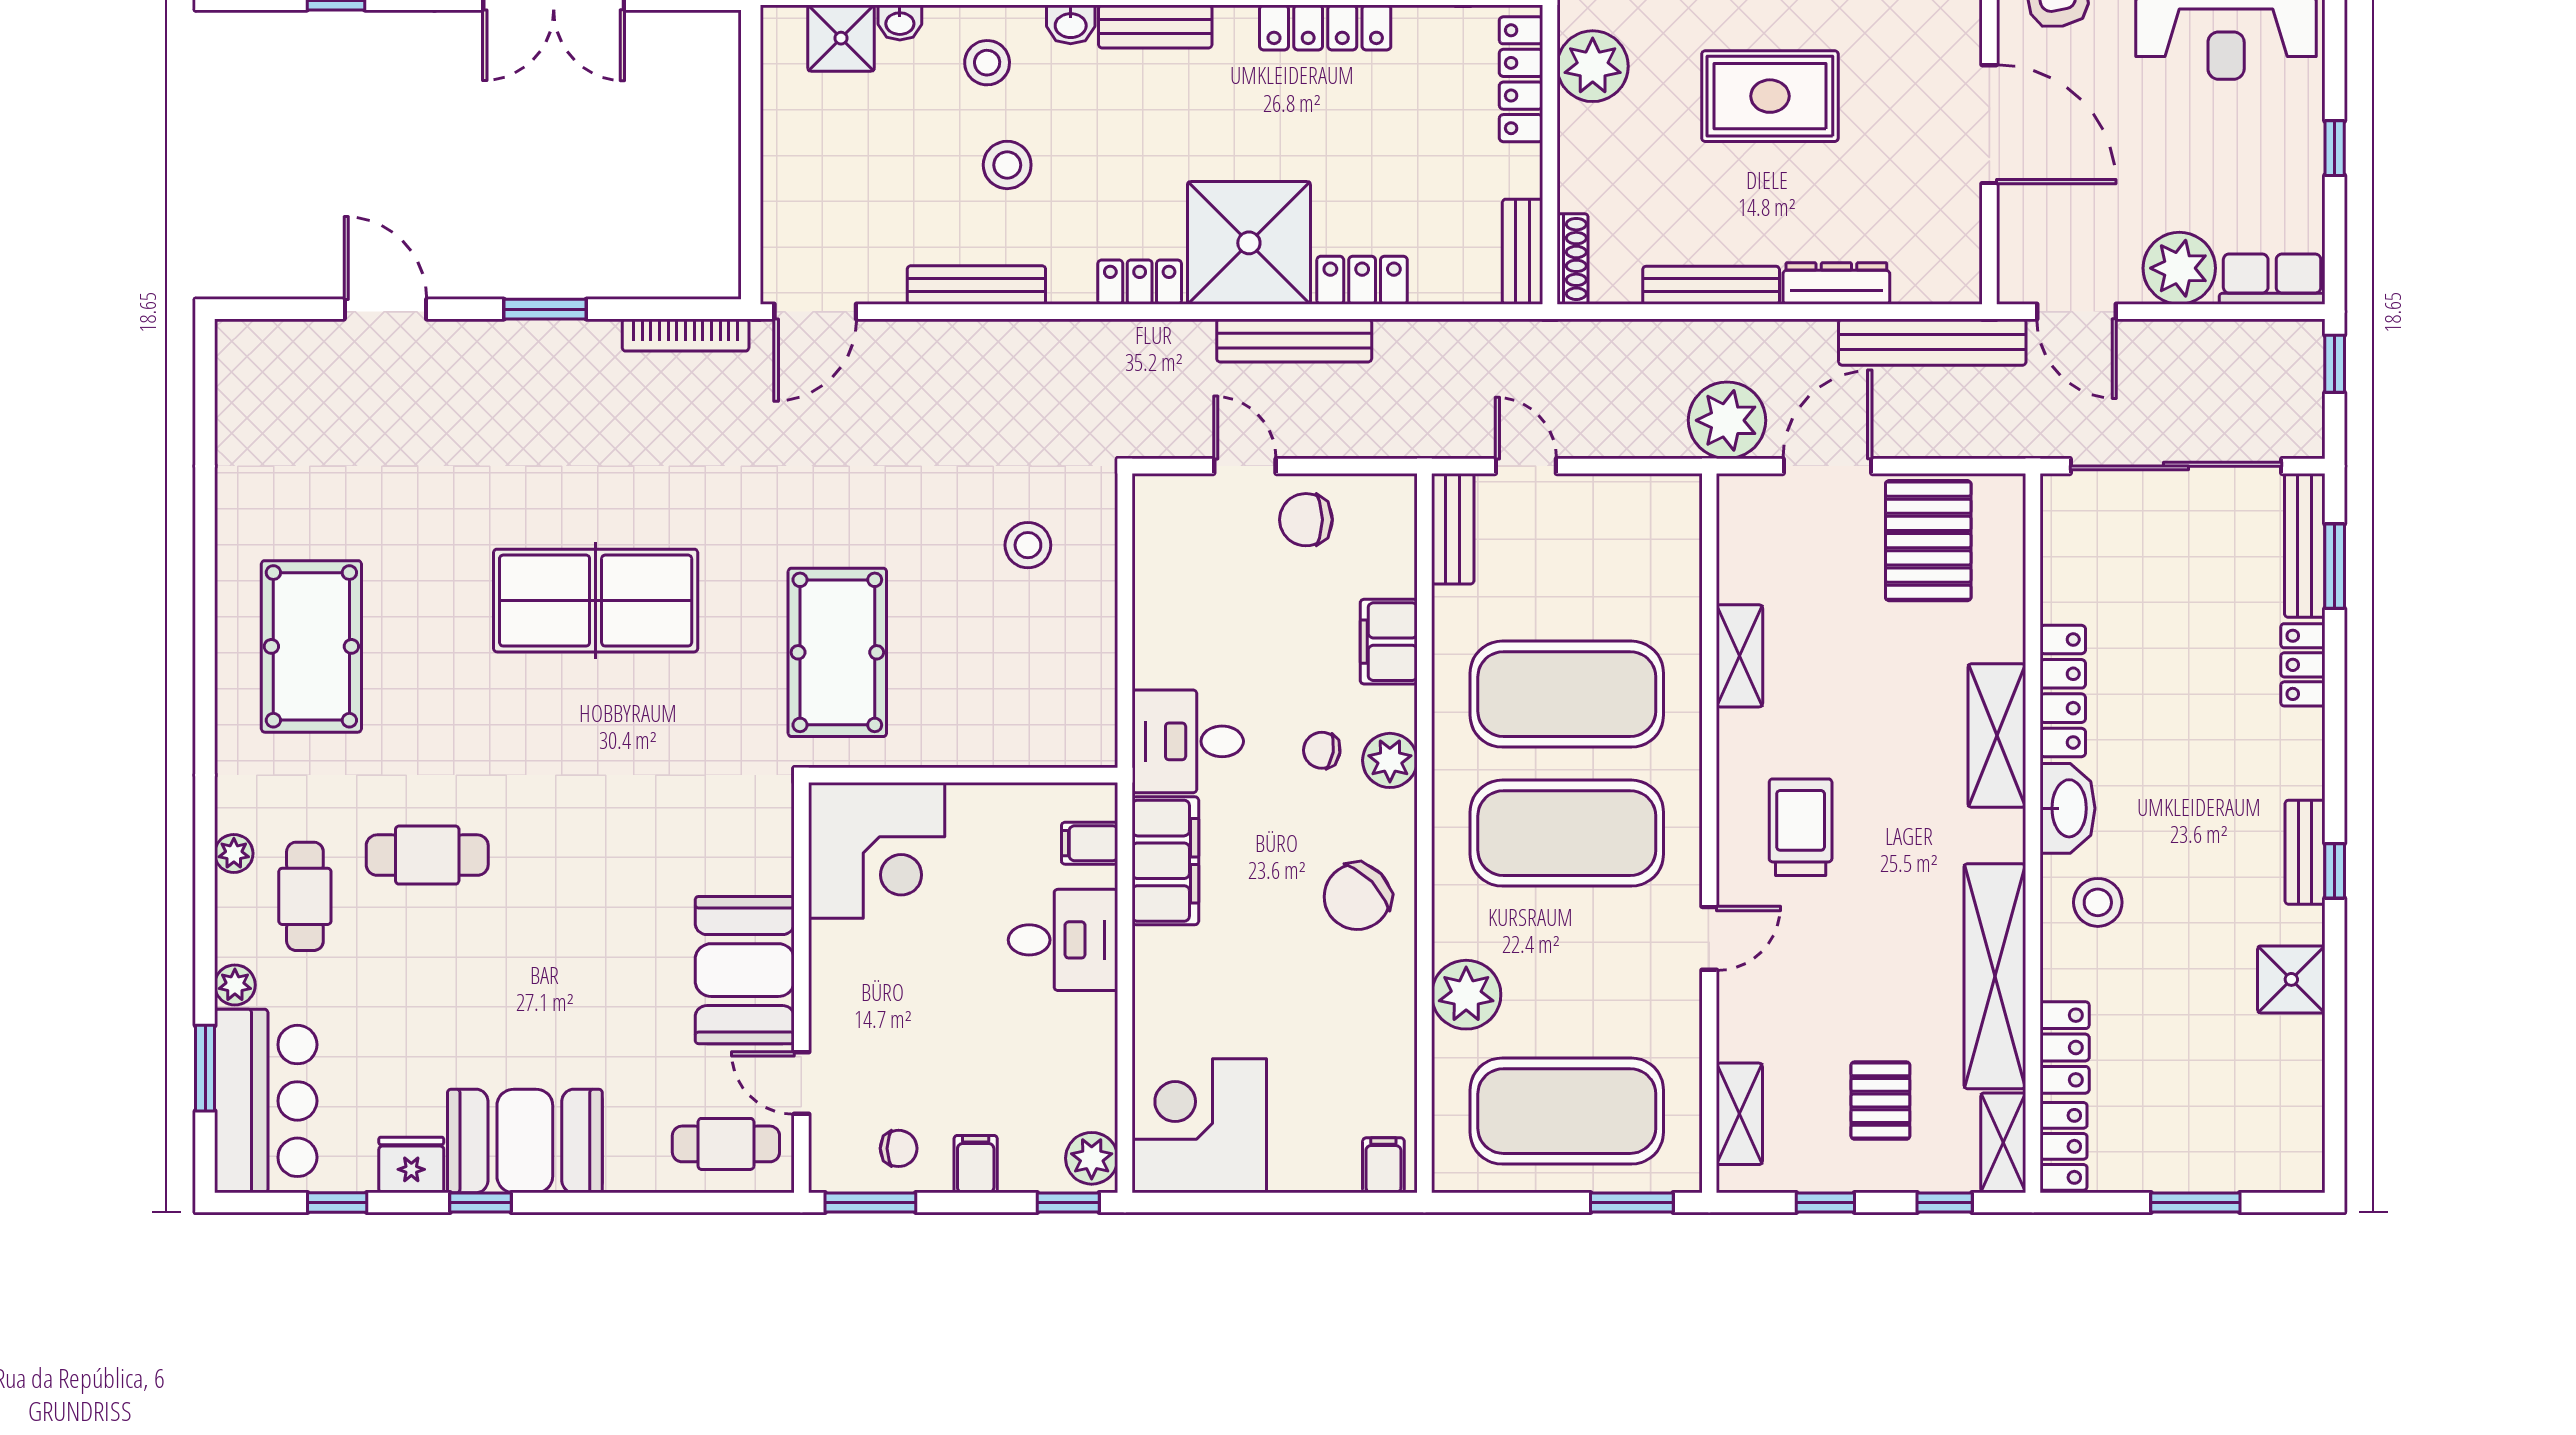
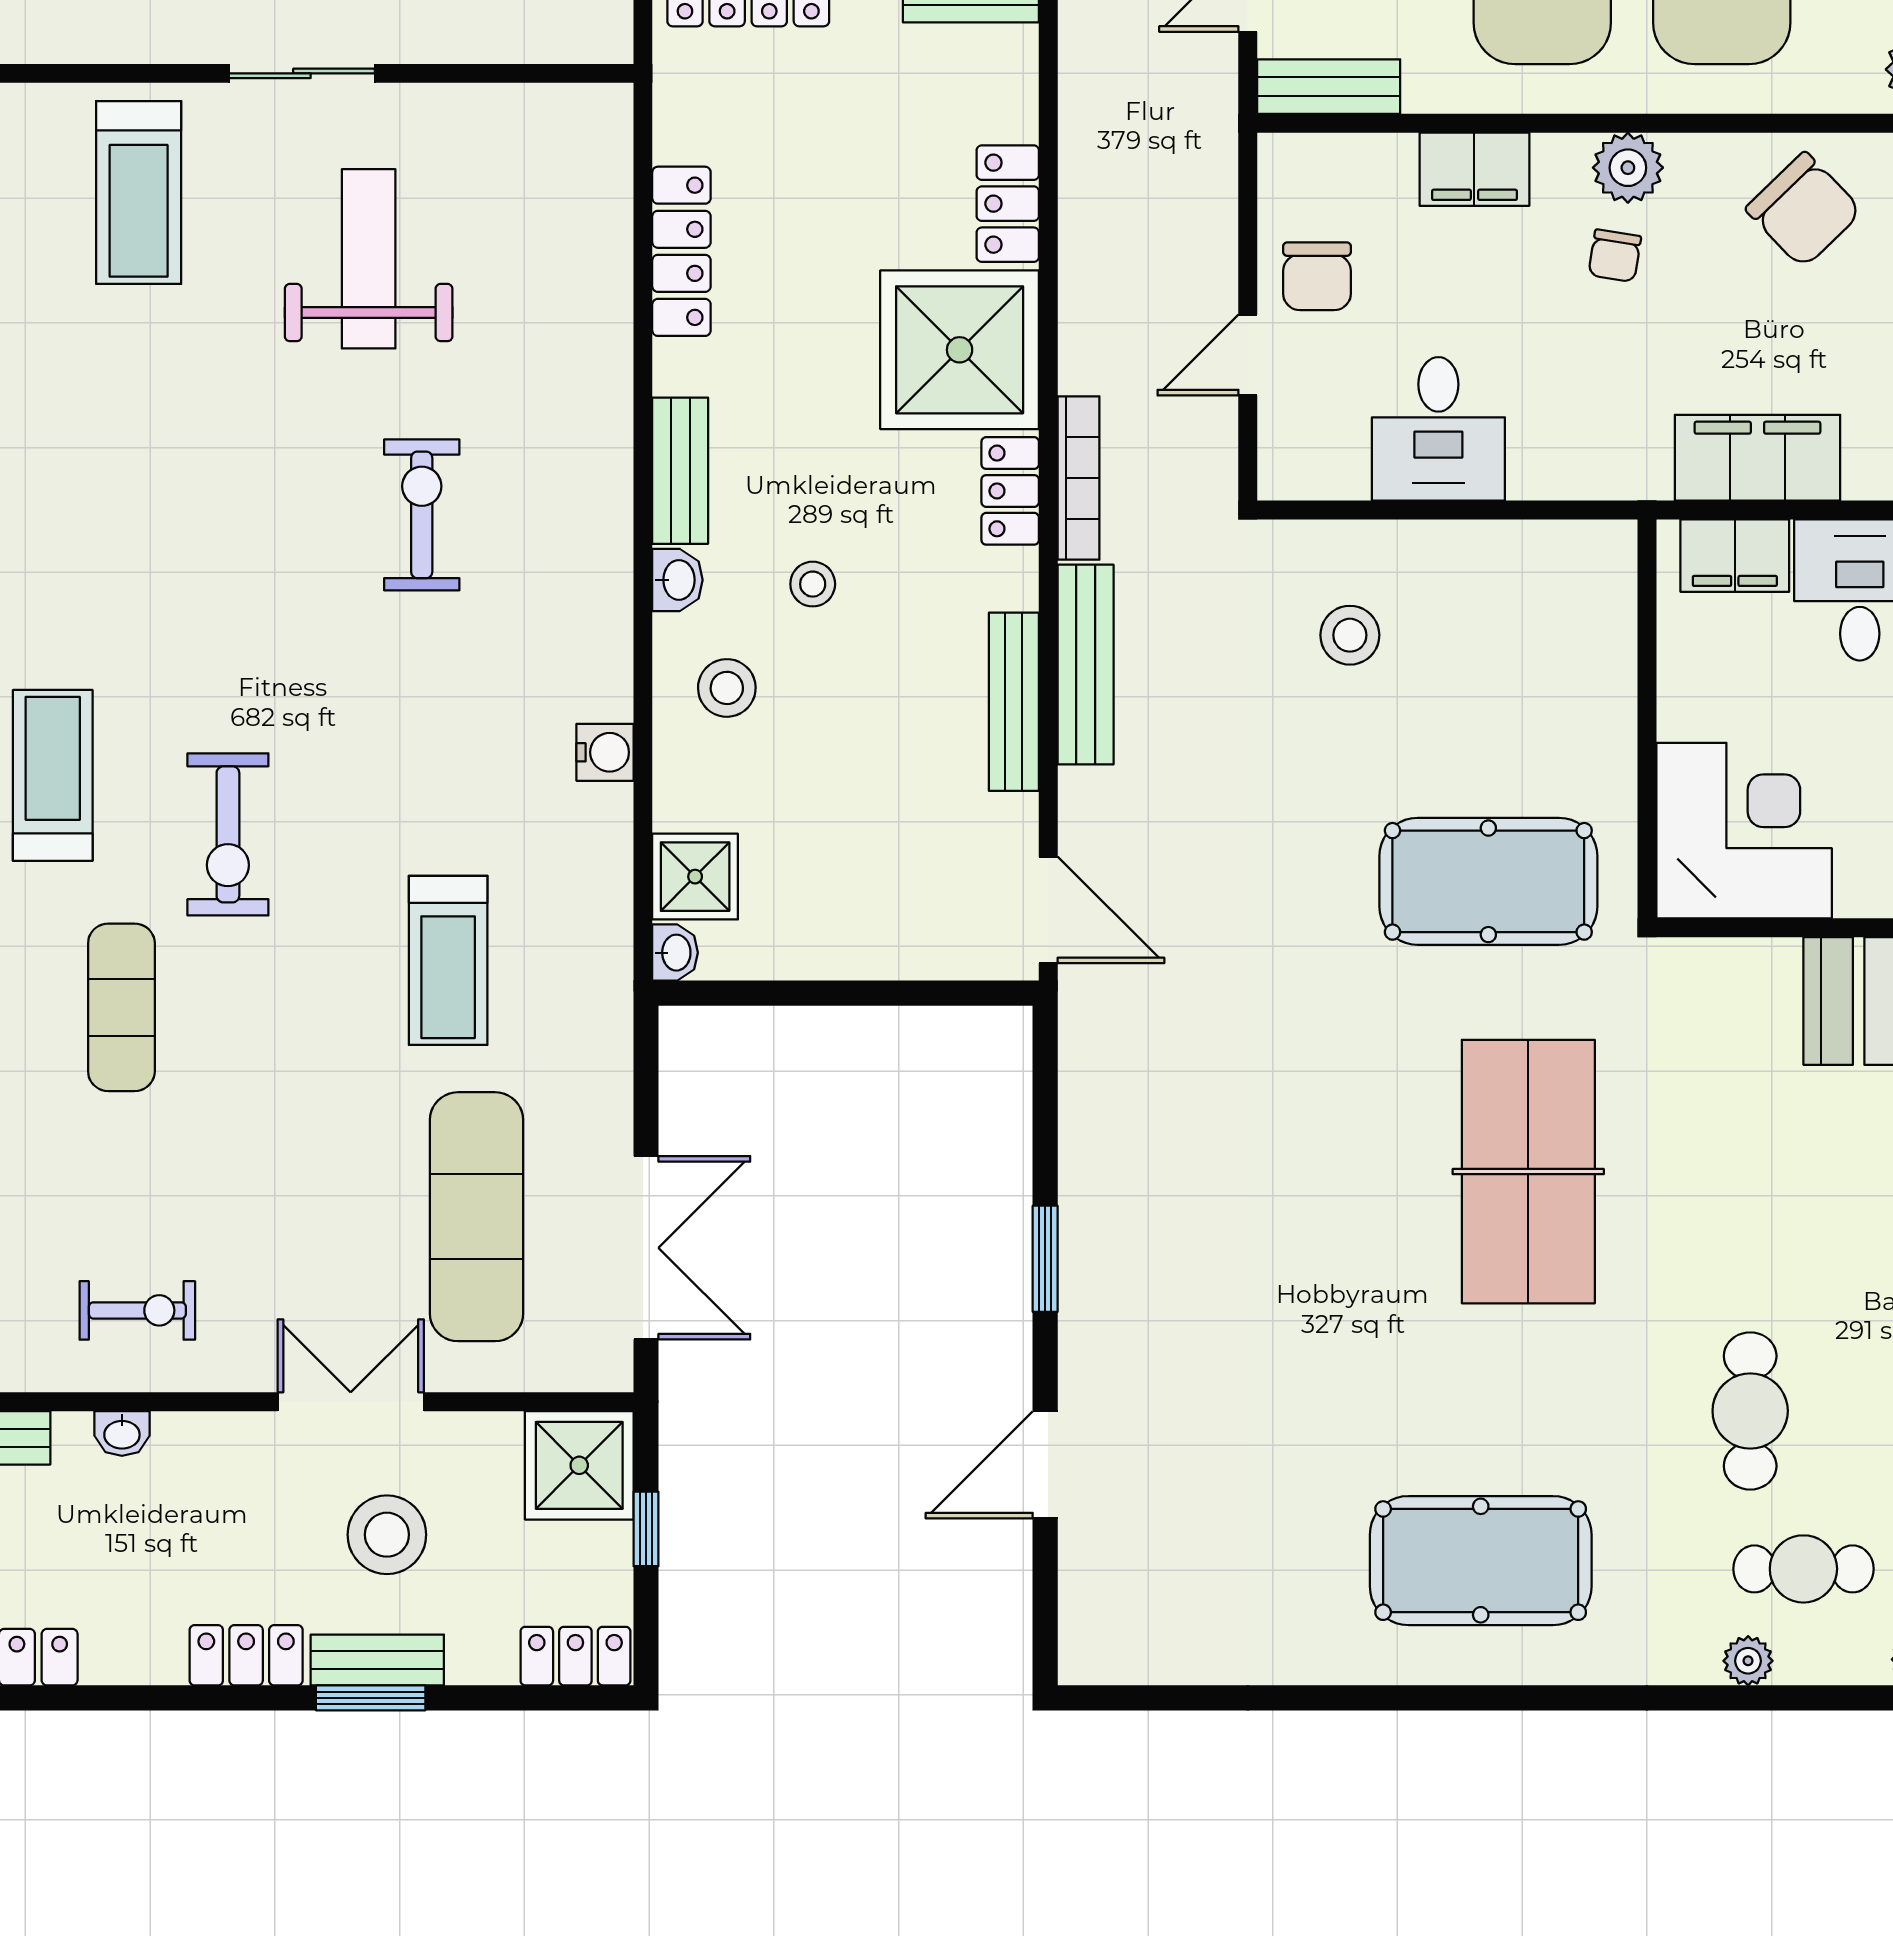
washbasin: (900, 23) -> (675, 953), moved
stool: (1007, 165) -> (813, 584), moved, width x0.73, depth x0.73
bookcase: (686, 335) -> (1078, 478), moved
bench: (1294, 340) -> (1086, 665), moved
table tennis table: (596, 601) -> (1528, 1172), moved
desk: (1188, 741) -> (1438, 429), moved
filing cabinet: (1090, 843) -> (1735, 556), width x2.00

